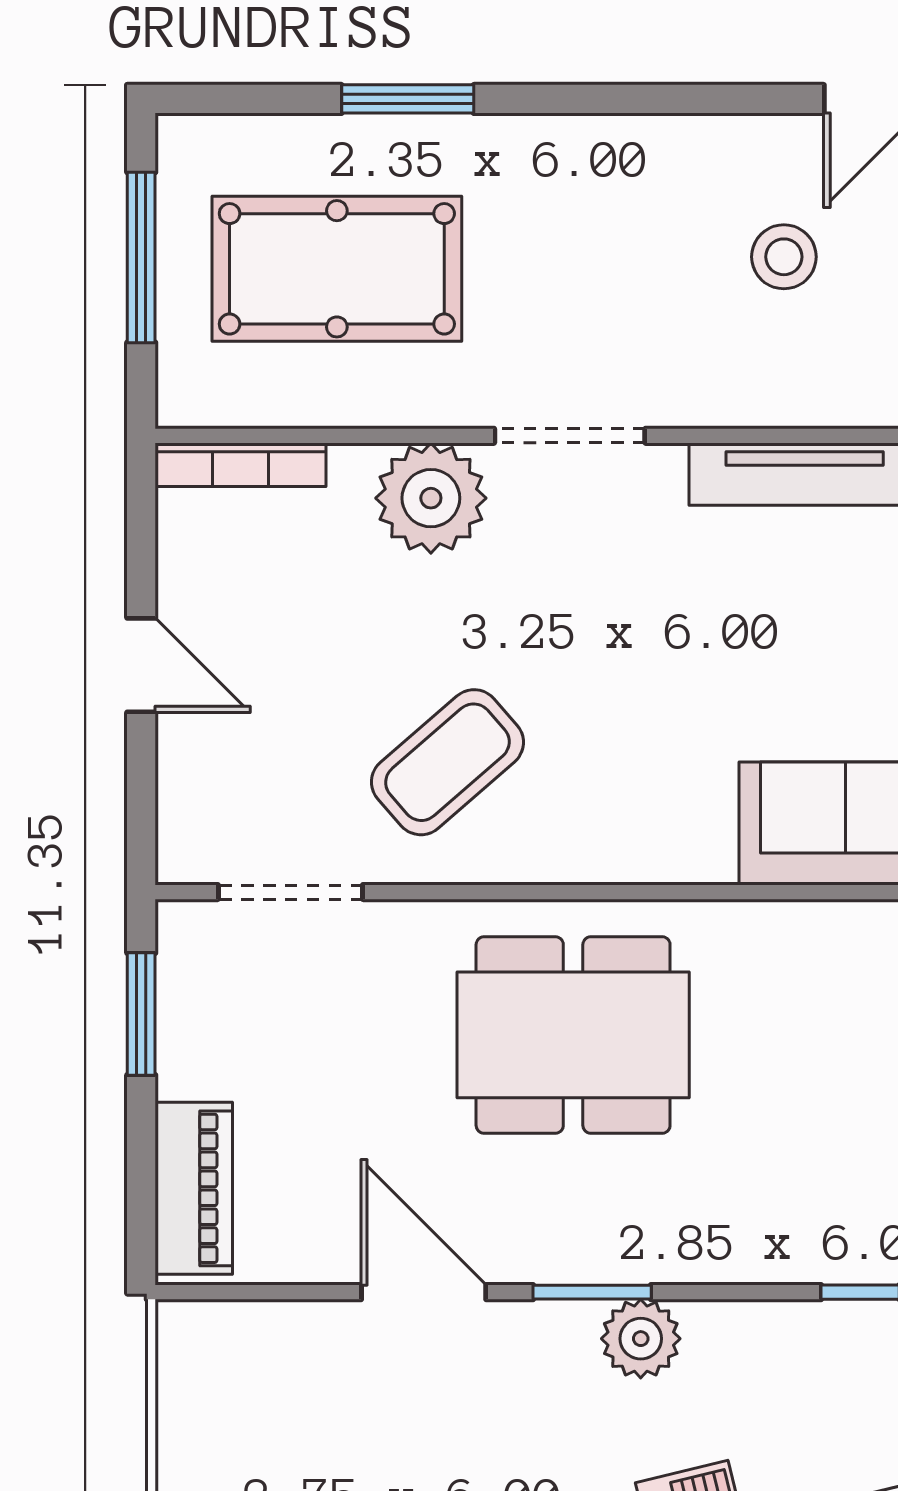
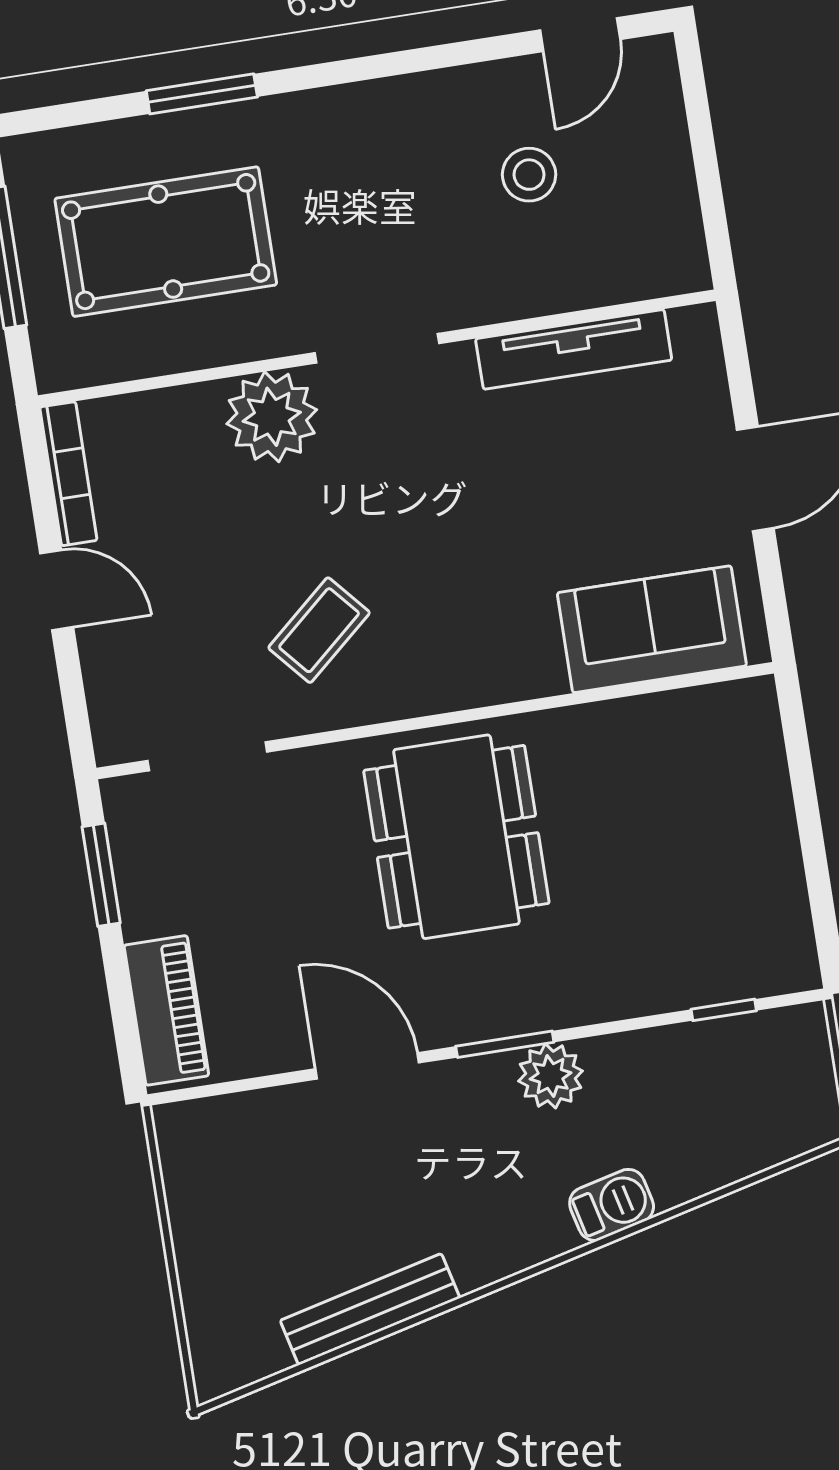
bookcase: (241, 465) -> (68, 474), moved, turned -90
coffee table: (447, 762) -> (319, 630), width x0.73, depth x0.77
dining table: (573, 1035) -> (456, 837), turned 90

